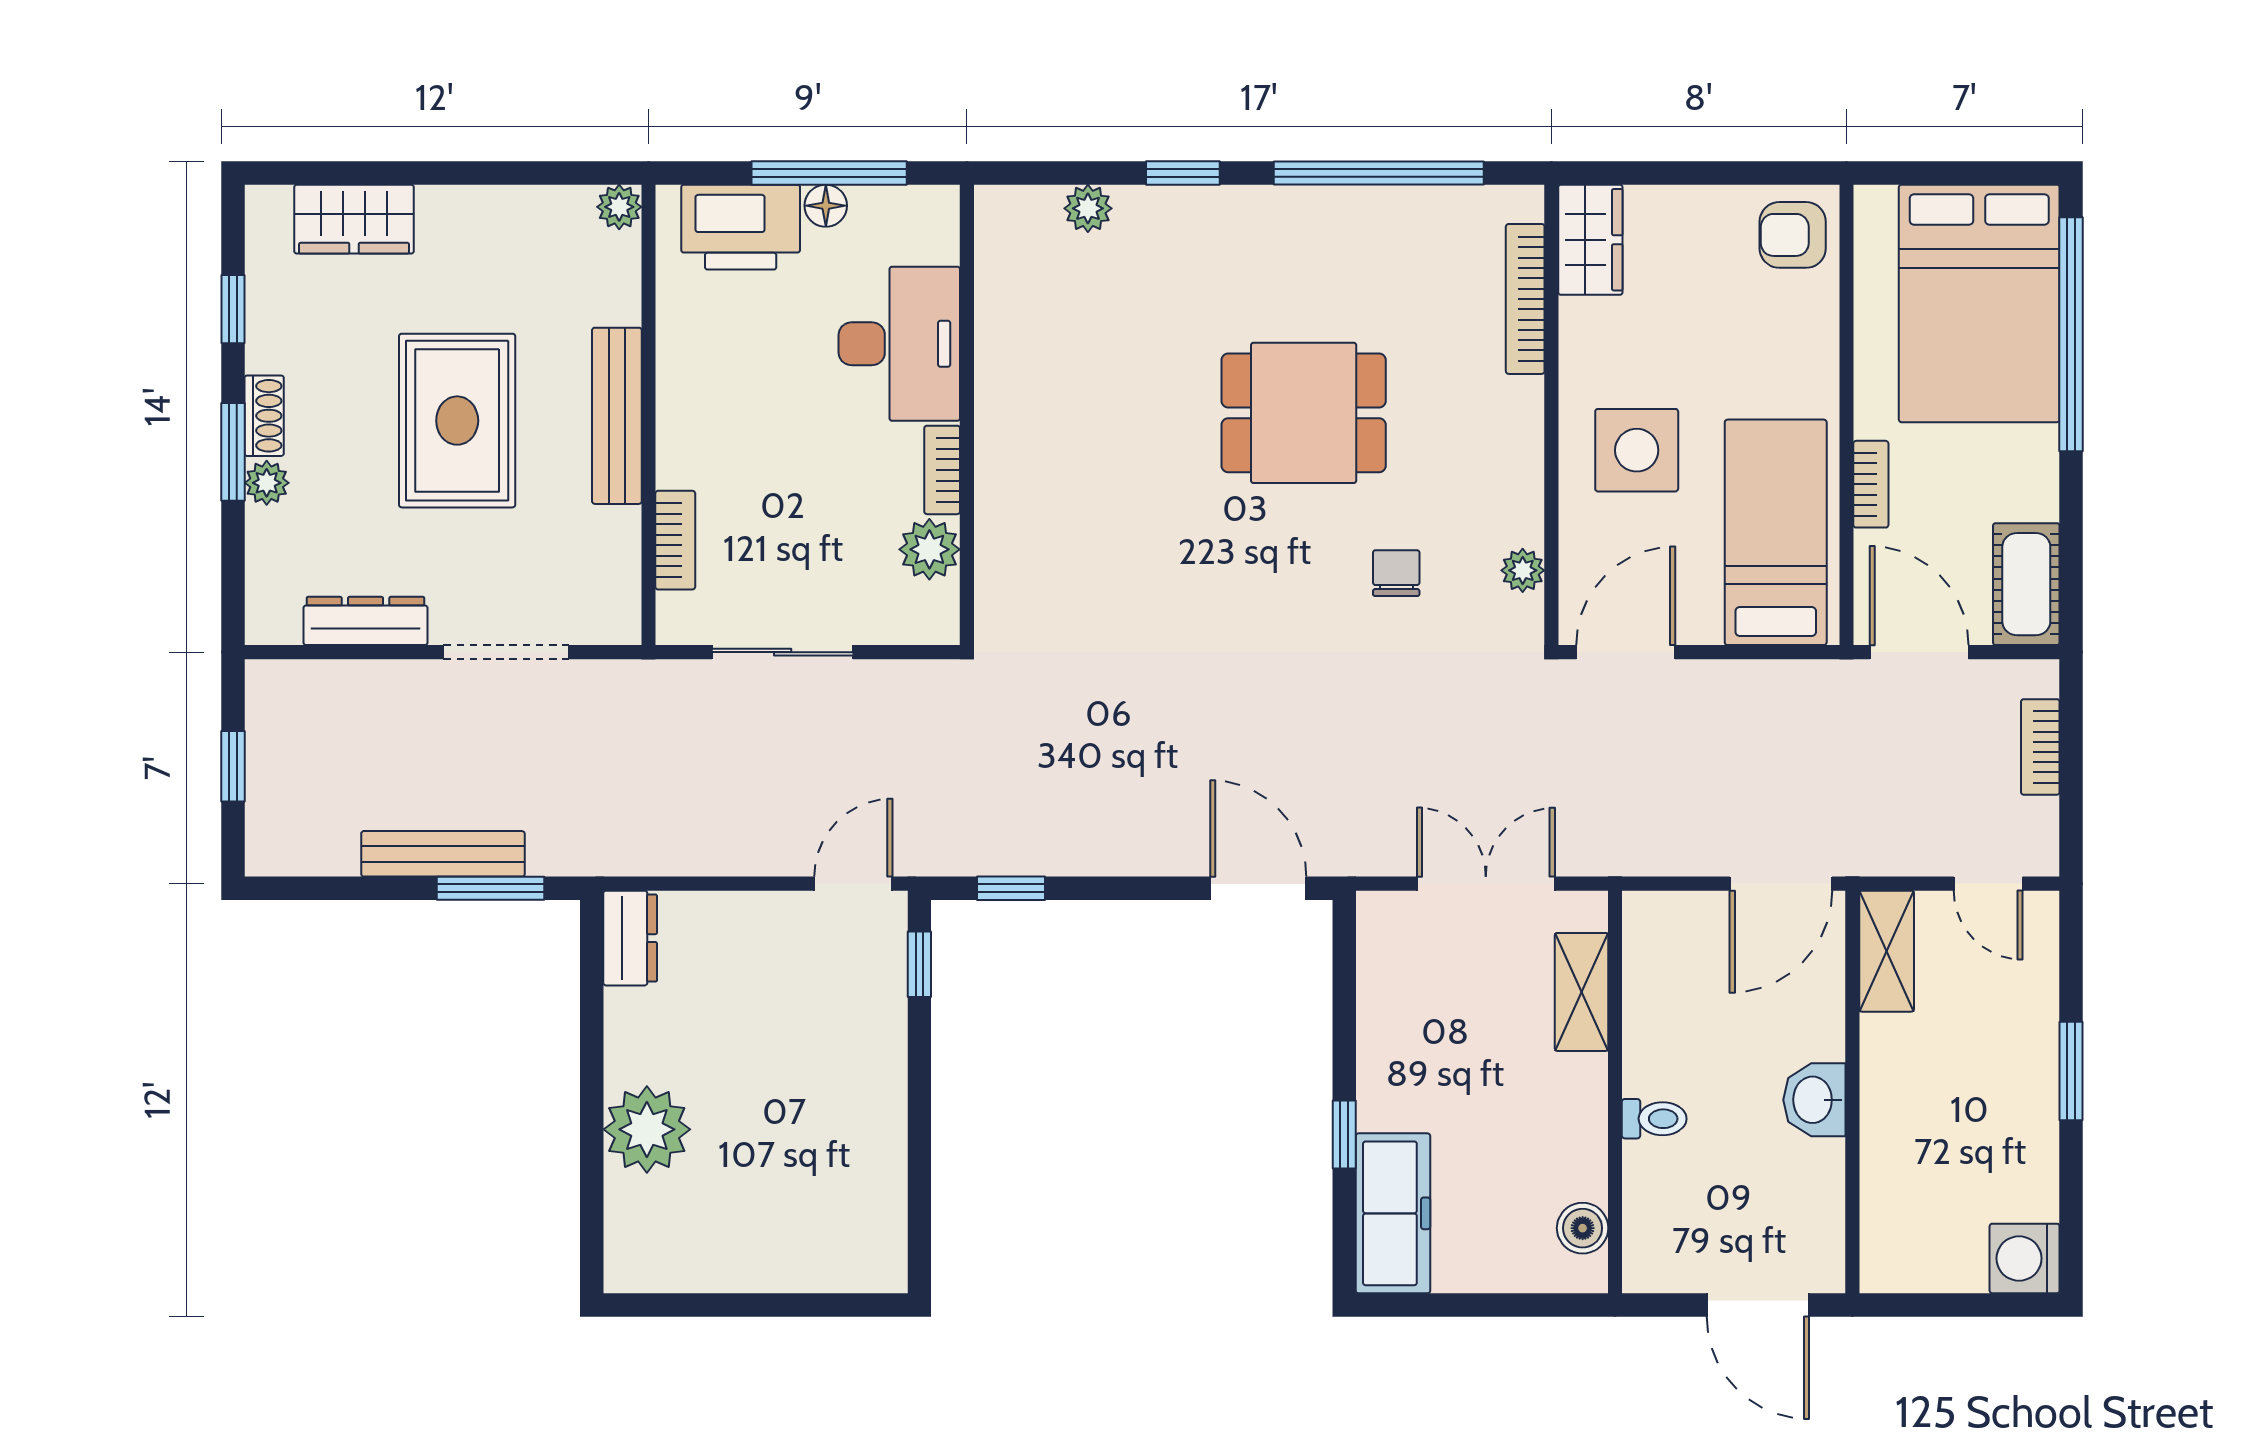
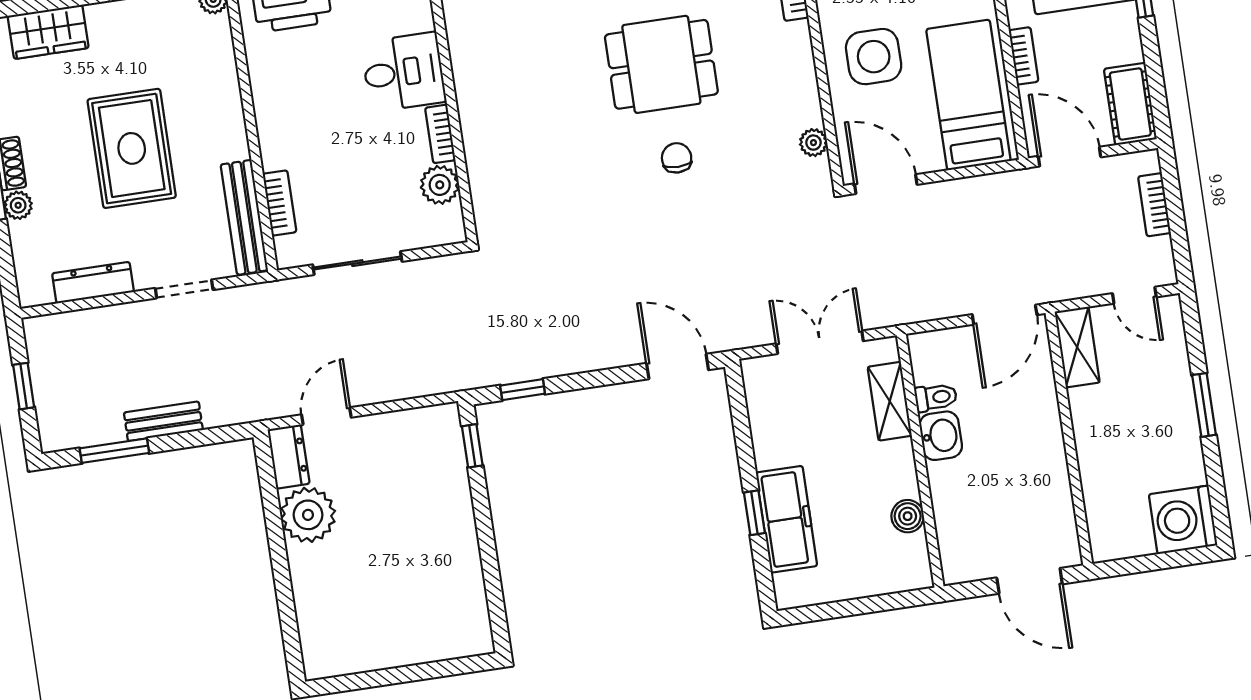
desk: (899, 344) -> (404, 72), width x0.73
bench: (617, 416) -> (244, 217), moved
chair: (1396, 573) -> (677, 158), moved
doorway: (506, 652) -> (184, 289), width x0.73
door: (1626, 652) -> (886, 184), hinge flipped
bench: (443, 854) -> (163, 421), width x0.73
door: (853, 884) -> (326, 416), moved
window: (491, 888) -> (114, 451), moved
washbasin: (1814, 1100) -> (941, 436), moved, turned 180
toilet: (1654, 1119) -> (936, 397), moved
plant: (647, 1129) -> (308, 515), moved
freezer: (1393, 1213) -> (787, 519), moved
boiler: (1583, 1228) -> (908, 516), moved
washing machine: (2025, 1258) -> (1183, 520), width x1.37, depth x1.37

